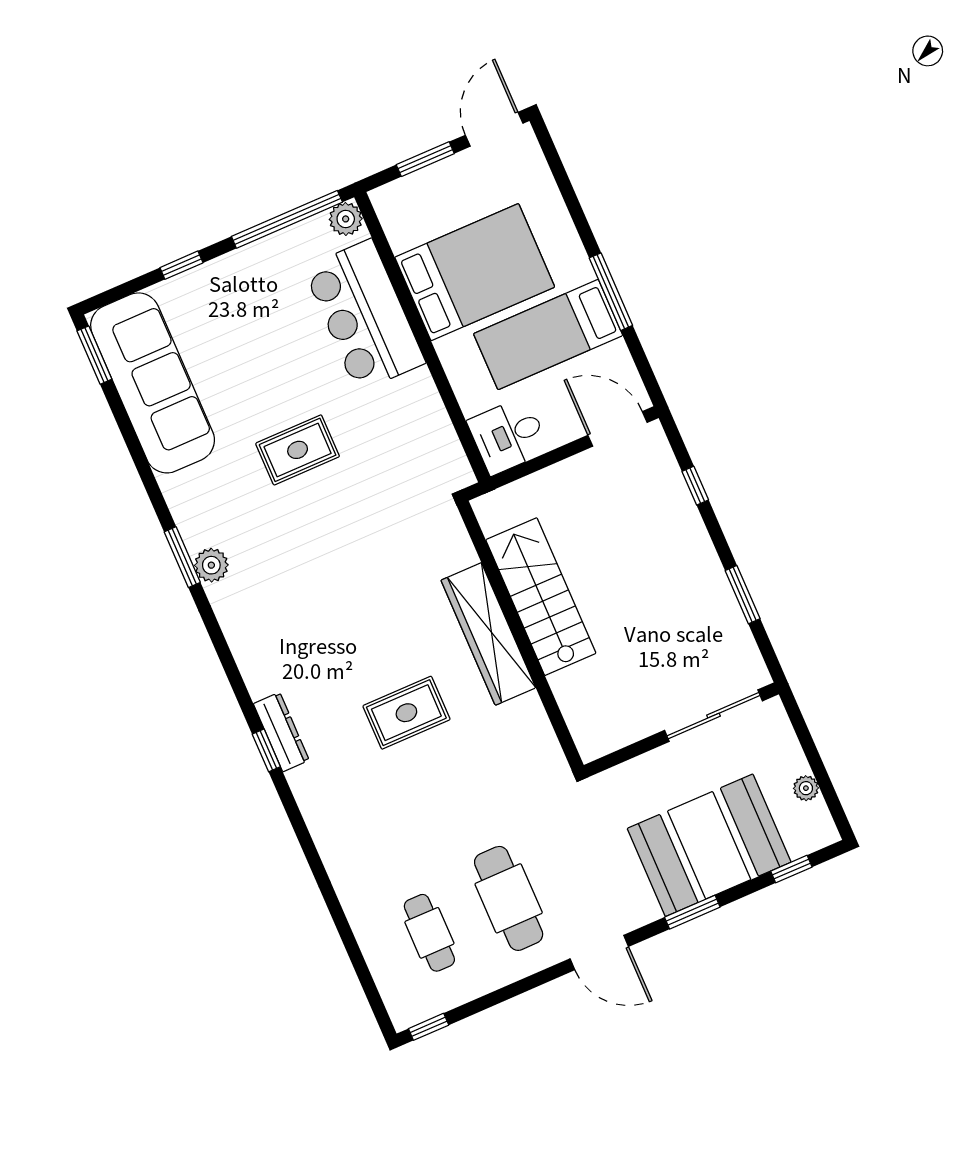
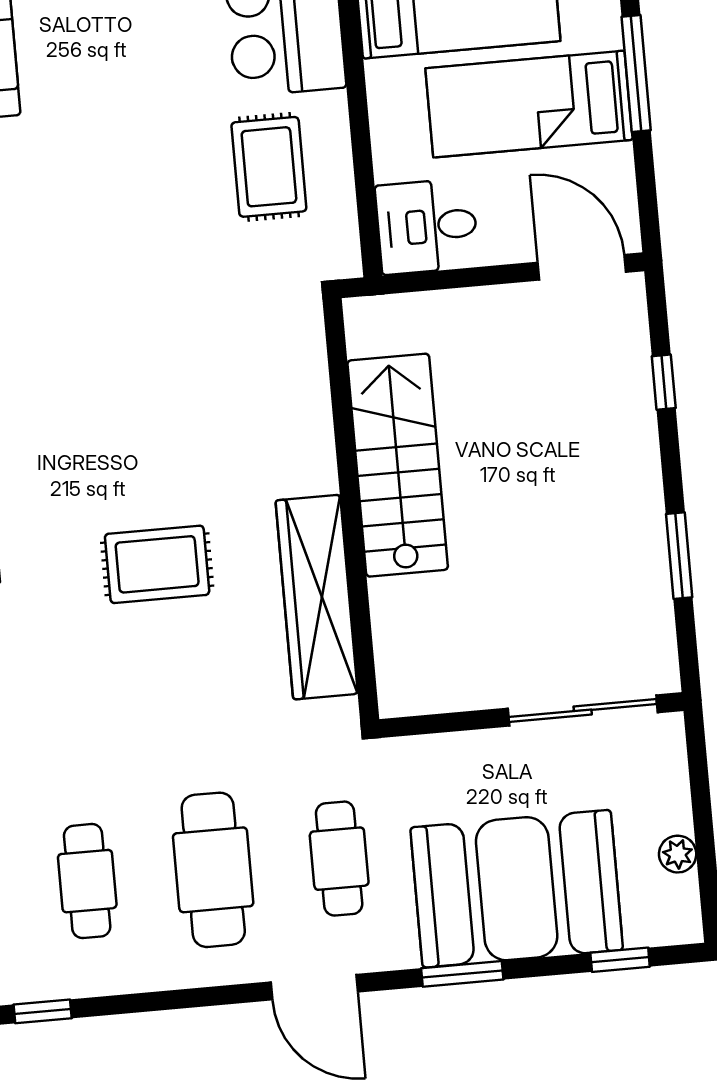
rug: (298, 450) -> (269, 167), moved, turned 90
wardrobe: (488, 634) -> (317, 597), moved
cafe table: (588, 864) -> (339, 859), added

